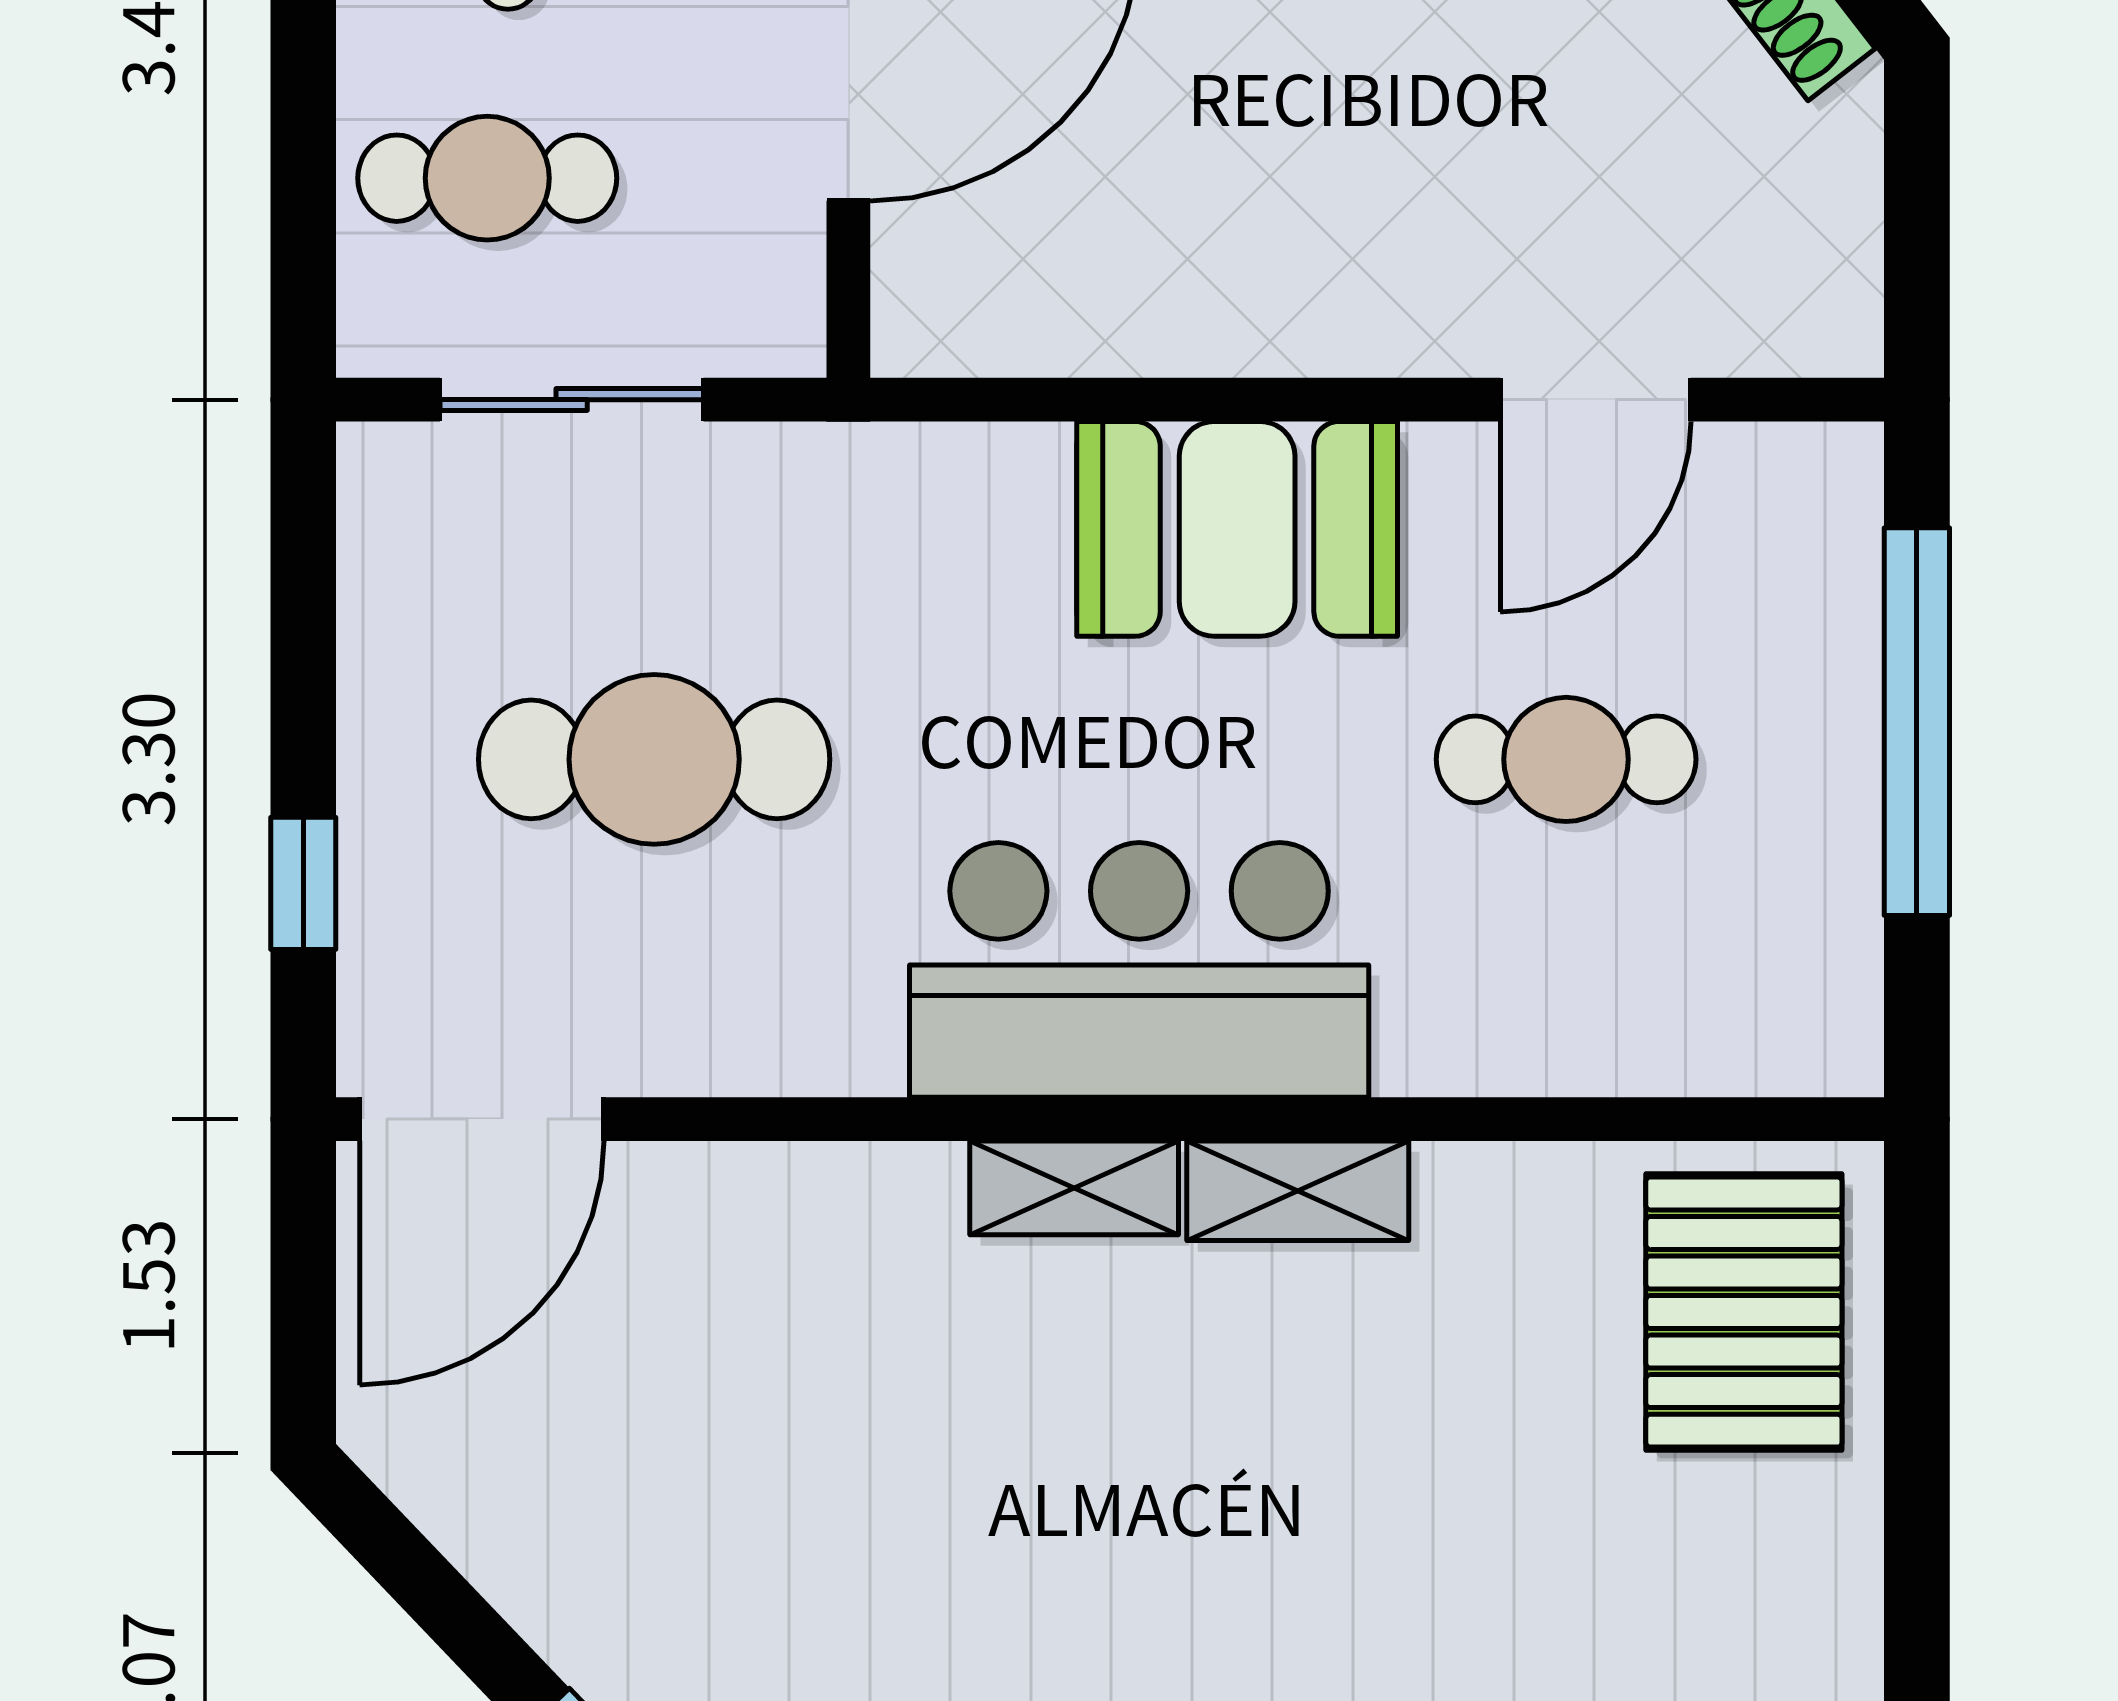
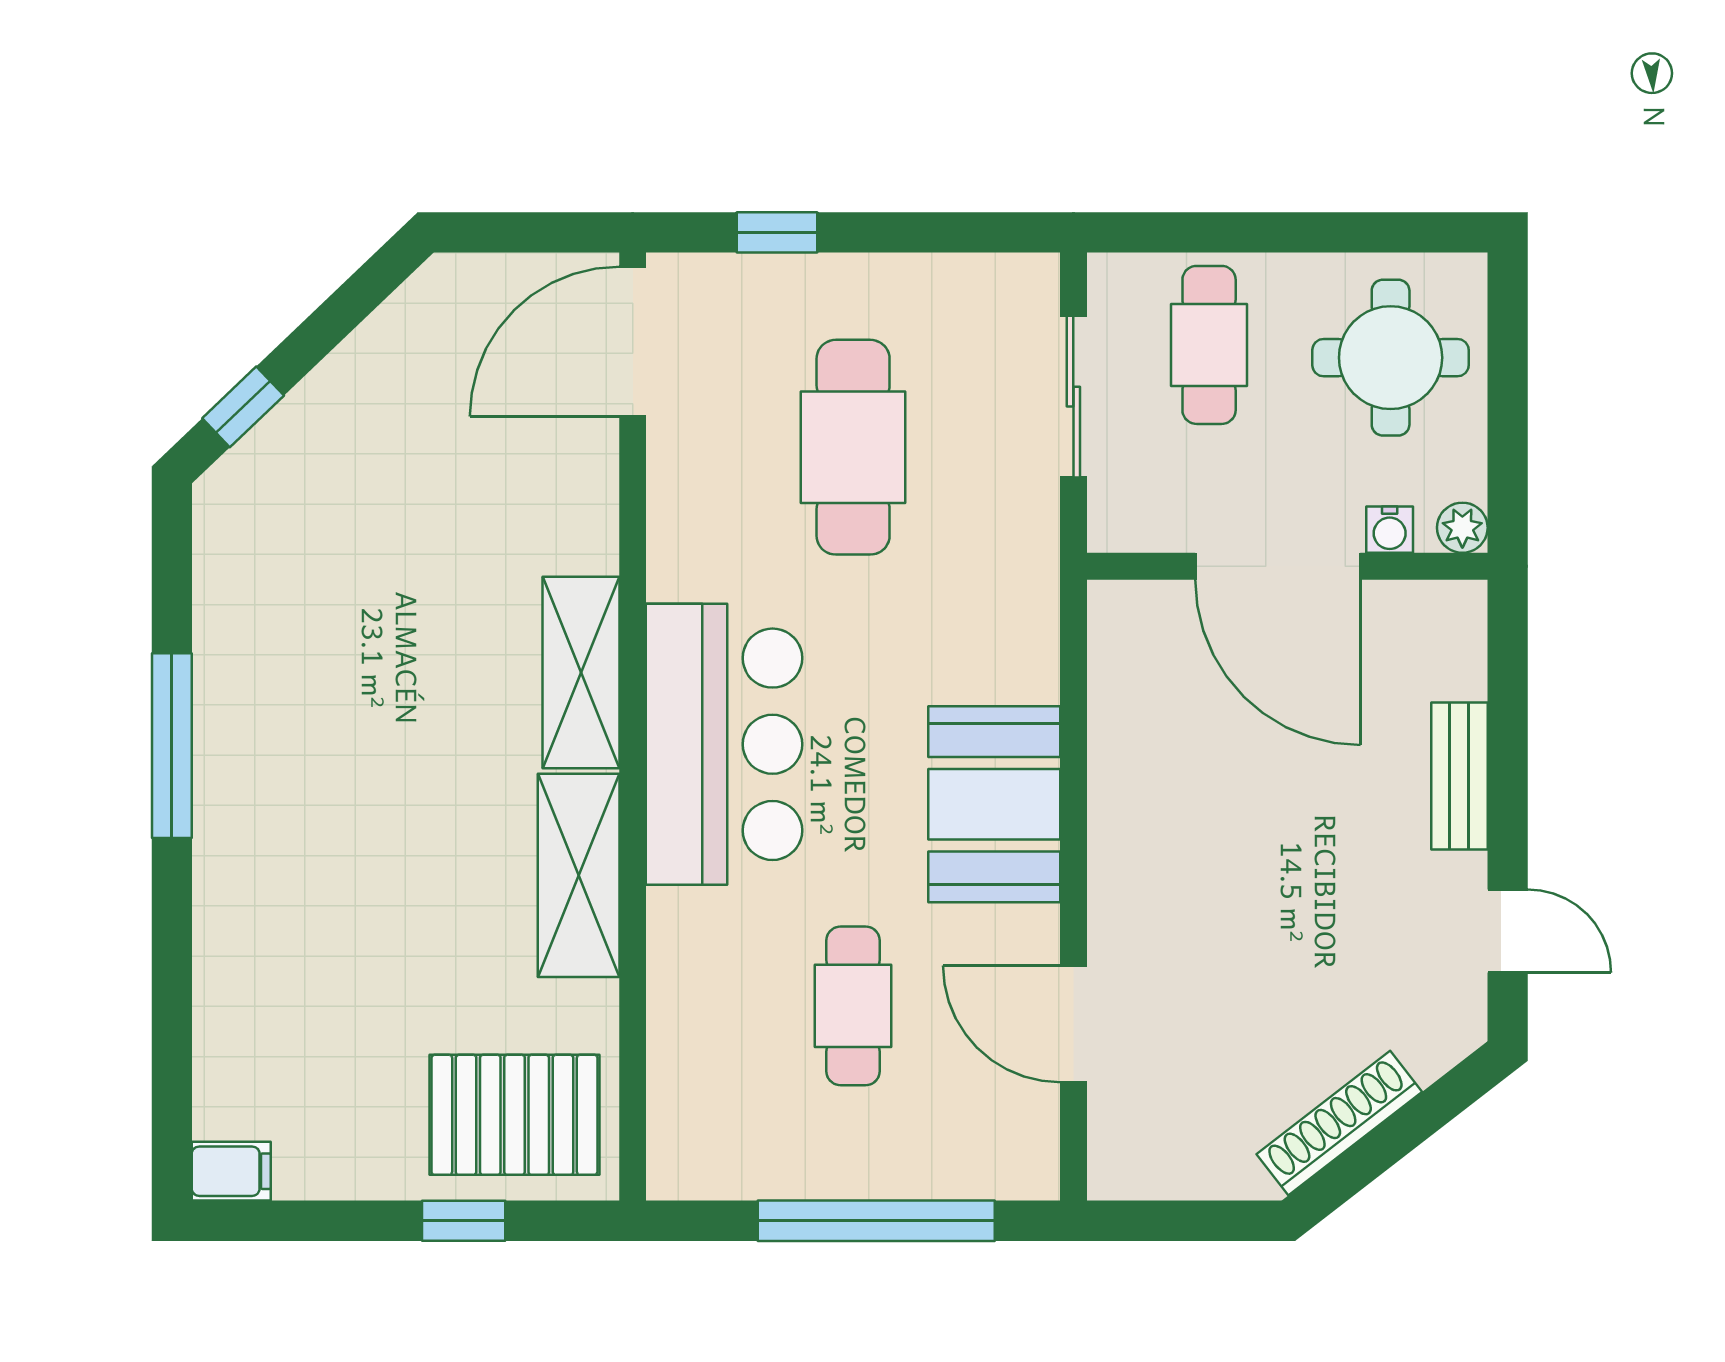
door: (482, 1119) -> (633, 342), hinge flipped
shelving: (1074, 1188) -> (581, 673), width x1.50, depth x1.33
shelving: (1298, 1191) -> (579, 875), width x1.50, depth x1.33
window: (1917, 1395) -> (464, 1221), added

